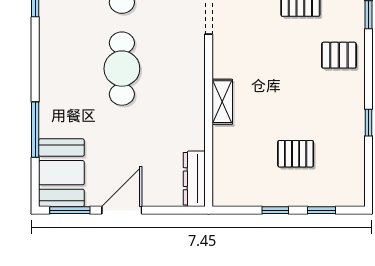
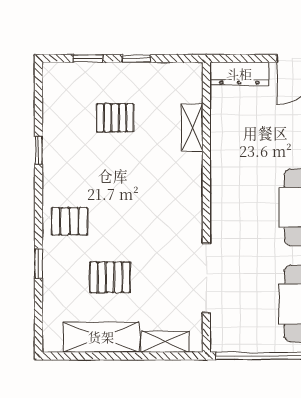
shelving: (222, 102) -> (192, 128), moved
dresser: (194, 179) -> (239, 74), moved, turned 90

